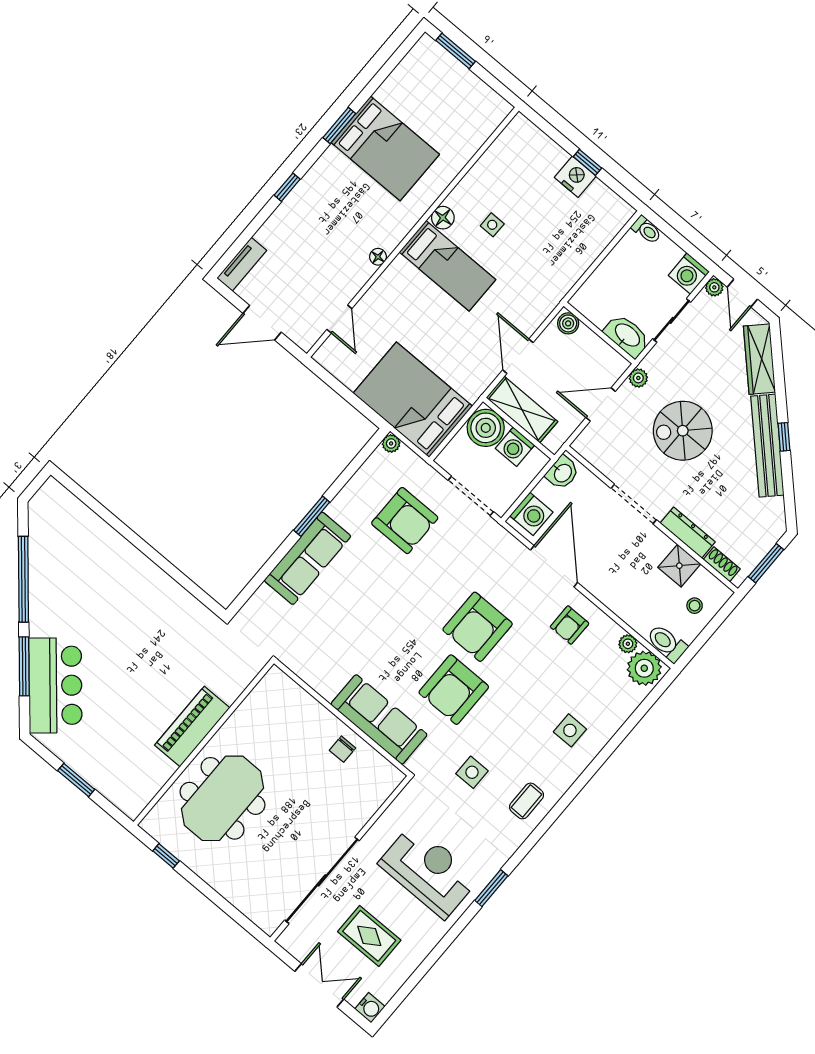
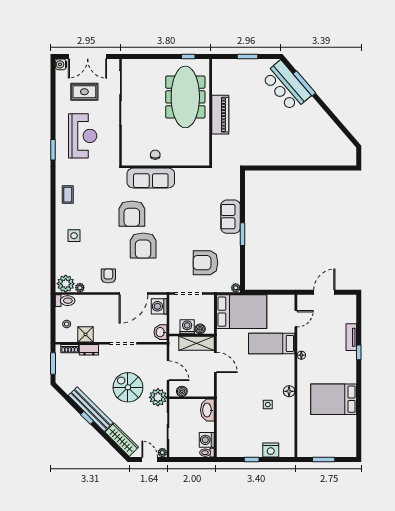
window: (456, 51) -> (324, 459), moved
window: (339, 126) -> (359, 393), removed
nightstand: (575, 177) -> (271, 450), moved
tv unit: (242, 264) -> (351, 337), moved
bed: (447, 266) -> (272, 343), moved
washing machine: (689, 274) -> (207, 440), moved, turned -90
door: (339, 319) -> (296, 319), swing flipped
boiler: (568, 323) -> (182, 391), moved
washbasin: (627, 336) -> (207, 410), moved, turned 90
plant: (638, 378) -> (158, 397), width x1.88, depth x1.88
door: (601, 404) -> (168, 371), hinge flipped
boiler: (486, 428) -> (200, 329), width x0.54, depth x0.54
spiral stairs: (683, 431) -> (128, 387), turned -90
dresser: (688, 533) -> (89, 350), width x0.70
sofa: (307, 558) -> (231, 217), width x0.73
door: (554, 566) -> (133, 294), hinge flipped
window: (23, 579) -> (333, 116), removed
armchair: (478, 627) -> (143, 246), turned 180
armchair: (454, 690) -> (132, 214), turned 180
side table: (472, 772) -> (98, 188), removed
meeting table: (222, 798) -> (185, 97), width x1.36
reception desk: (429, 871) -> (83, 136), turned -90
double door: (319, 985) -> (88, 57), width x1.37

